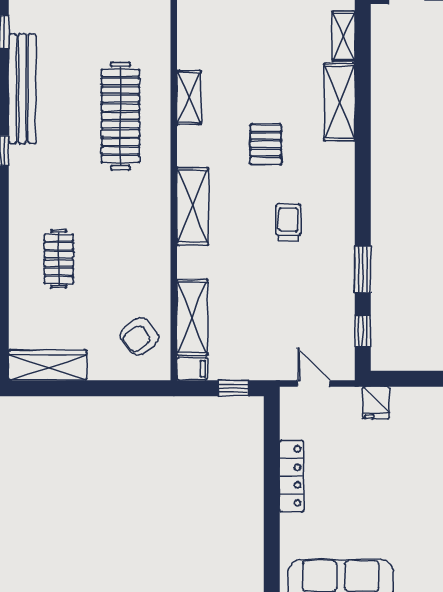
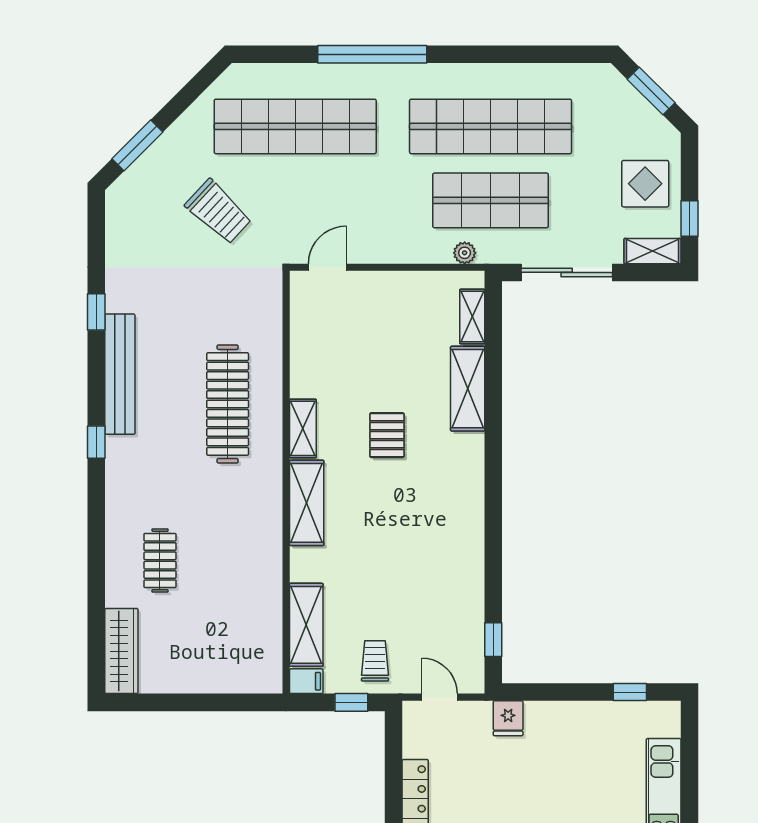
shelving: (189, 97) -> (303, 428), moved
trolley: (288, 222) -> (375, 661), moved
window: (363, 269) -> (493, 572), removed
armchair: (140, 336) -> (249, 646), removed
wardrobe: (48, 365) -> (121, 651), moved, turned 90

